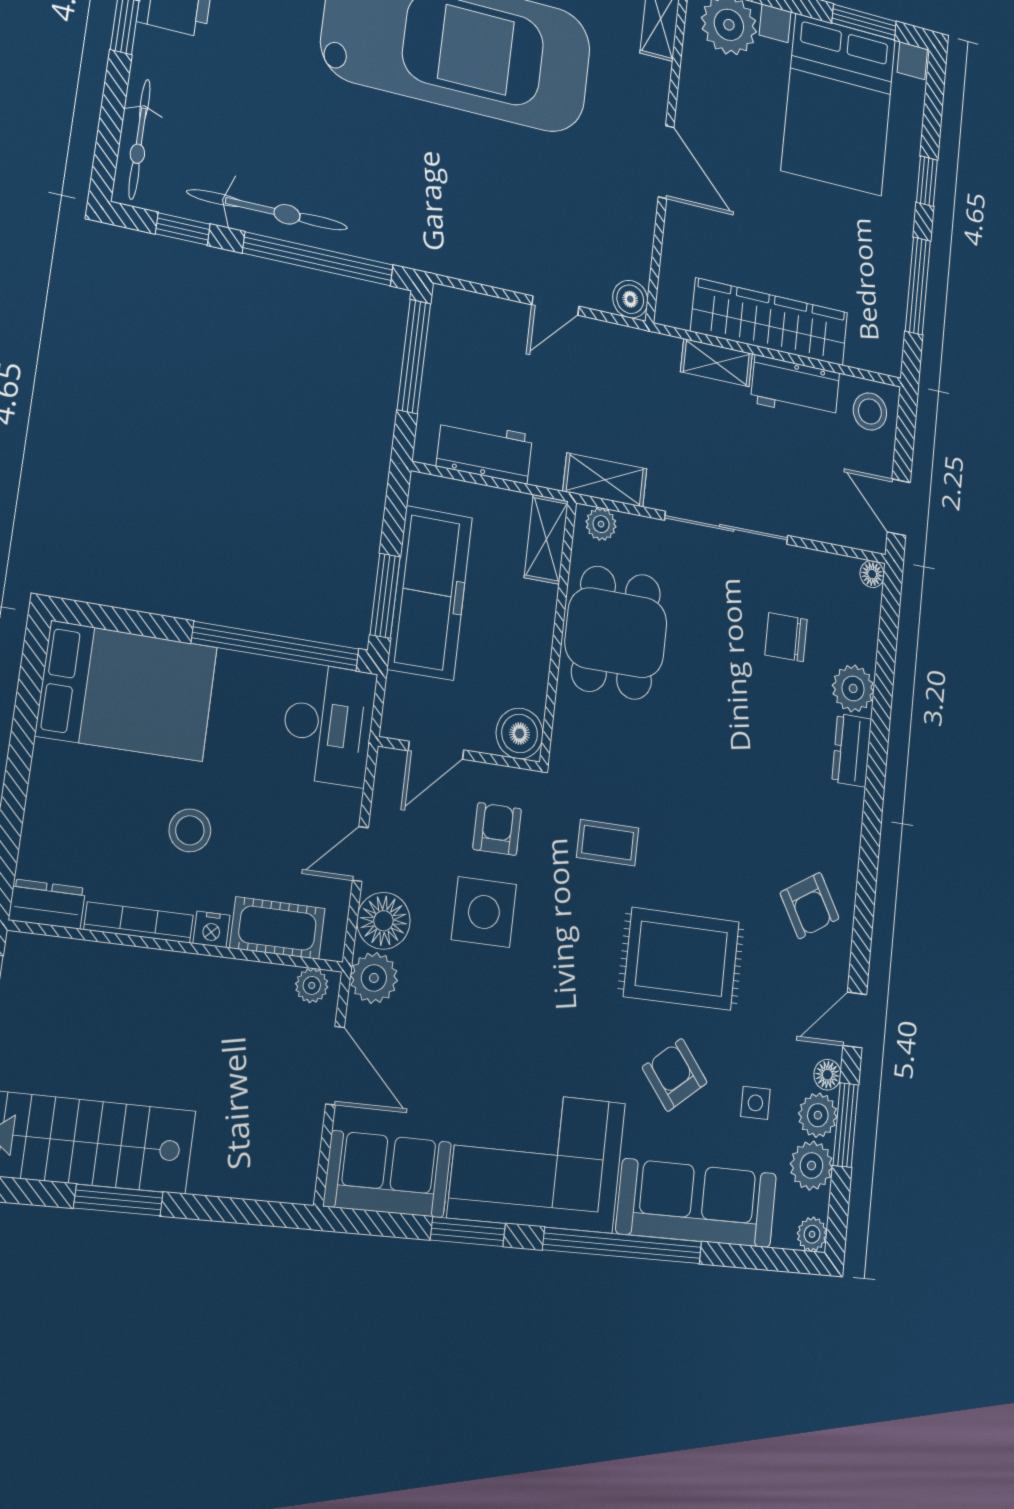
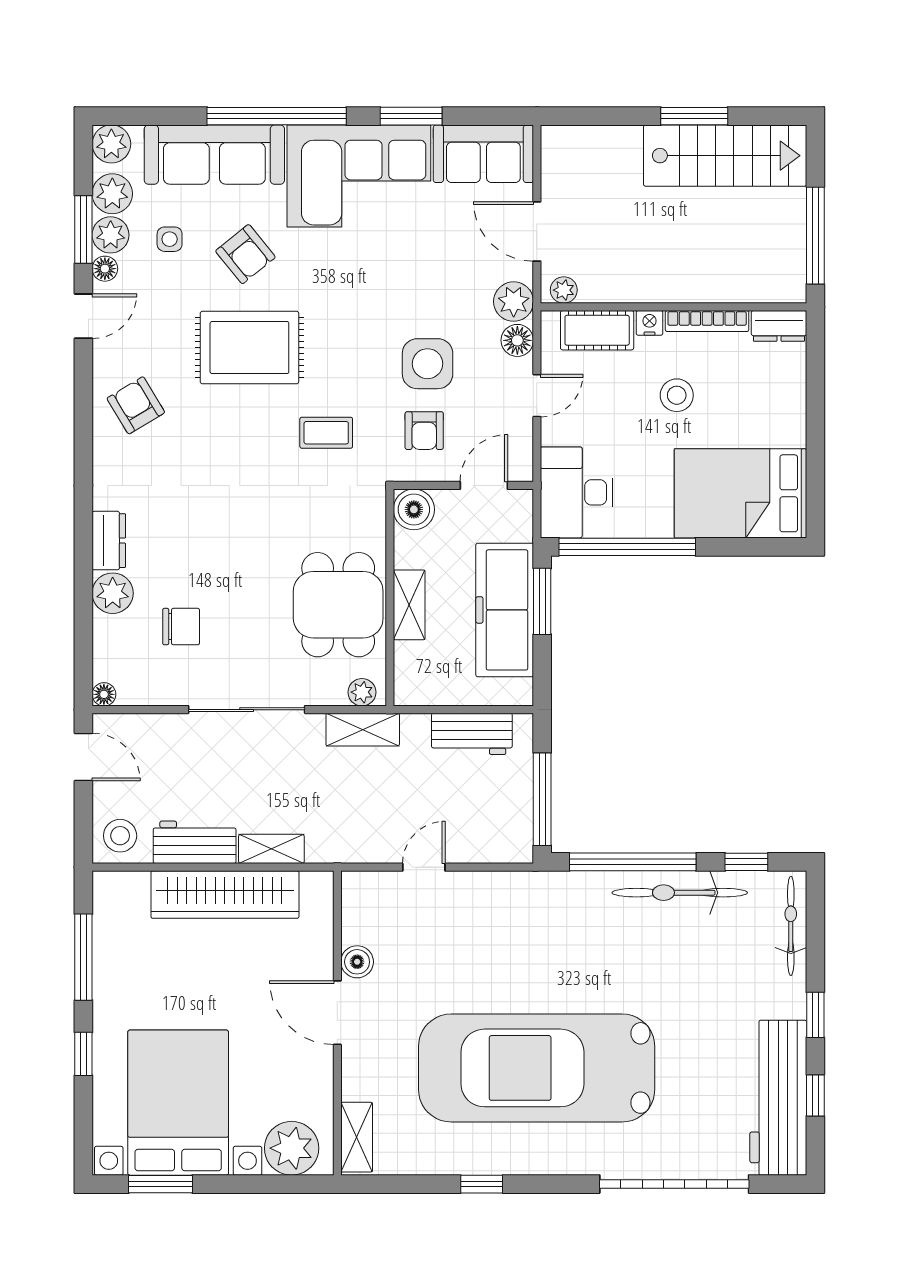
boiler: (630, 299) -> (357, 962), moved
shelving: (546, 539) -> (409, 605), moved
floor lamp: (383, 921) -> (517, 340), width x0.73, depth x0.73
plant: (812, 1234) -> (111, 144), width x1.38, depth x1.38

